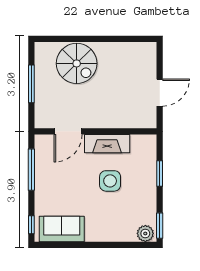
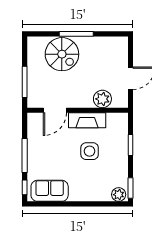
window: (94, 39) -> (76, 34), added
window: (31, 84) -> (25, 82), moved
plant: (126, 118) -> (102, 99), added
window: (31, 170) -> (25, 155), moved

